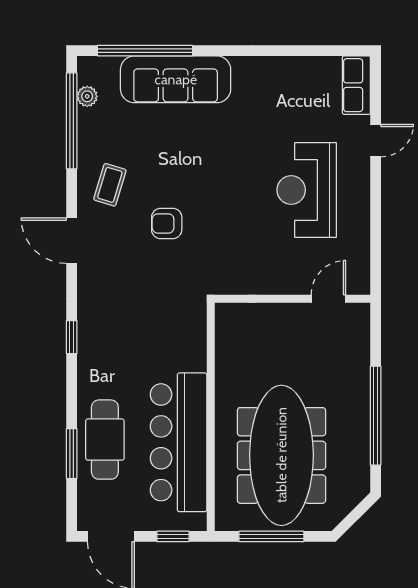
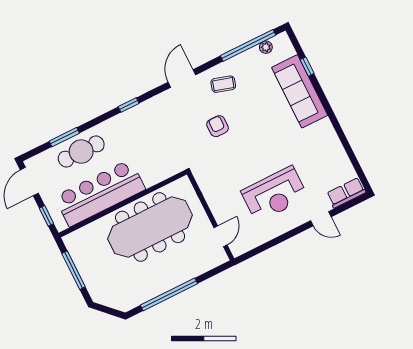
window: (145, 51) -> (307, 67), width x0.32
reception desk: (307, 190) -> (275, 194), turned 180
door: (328, 299) -> (221, 236), hinge flipped
meeting table: (281, 455) -> (150, 227), moved

